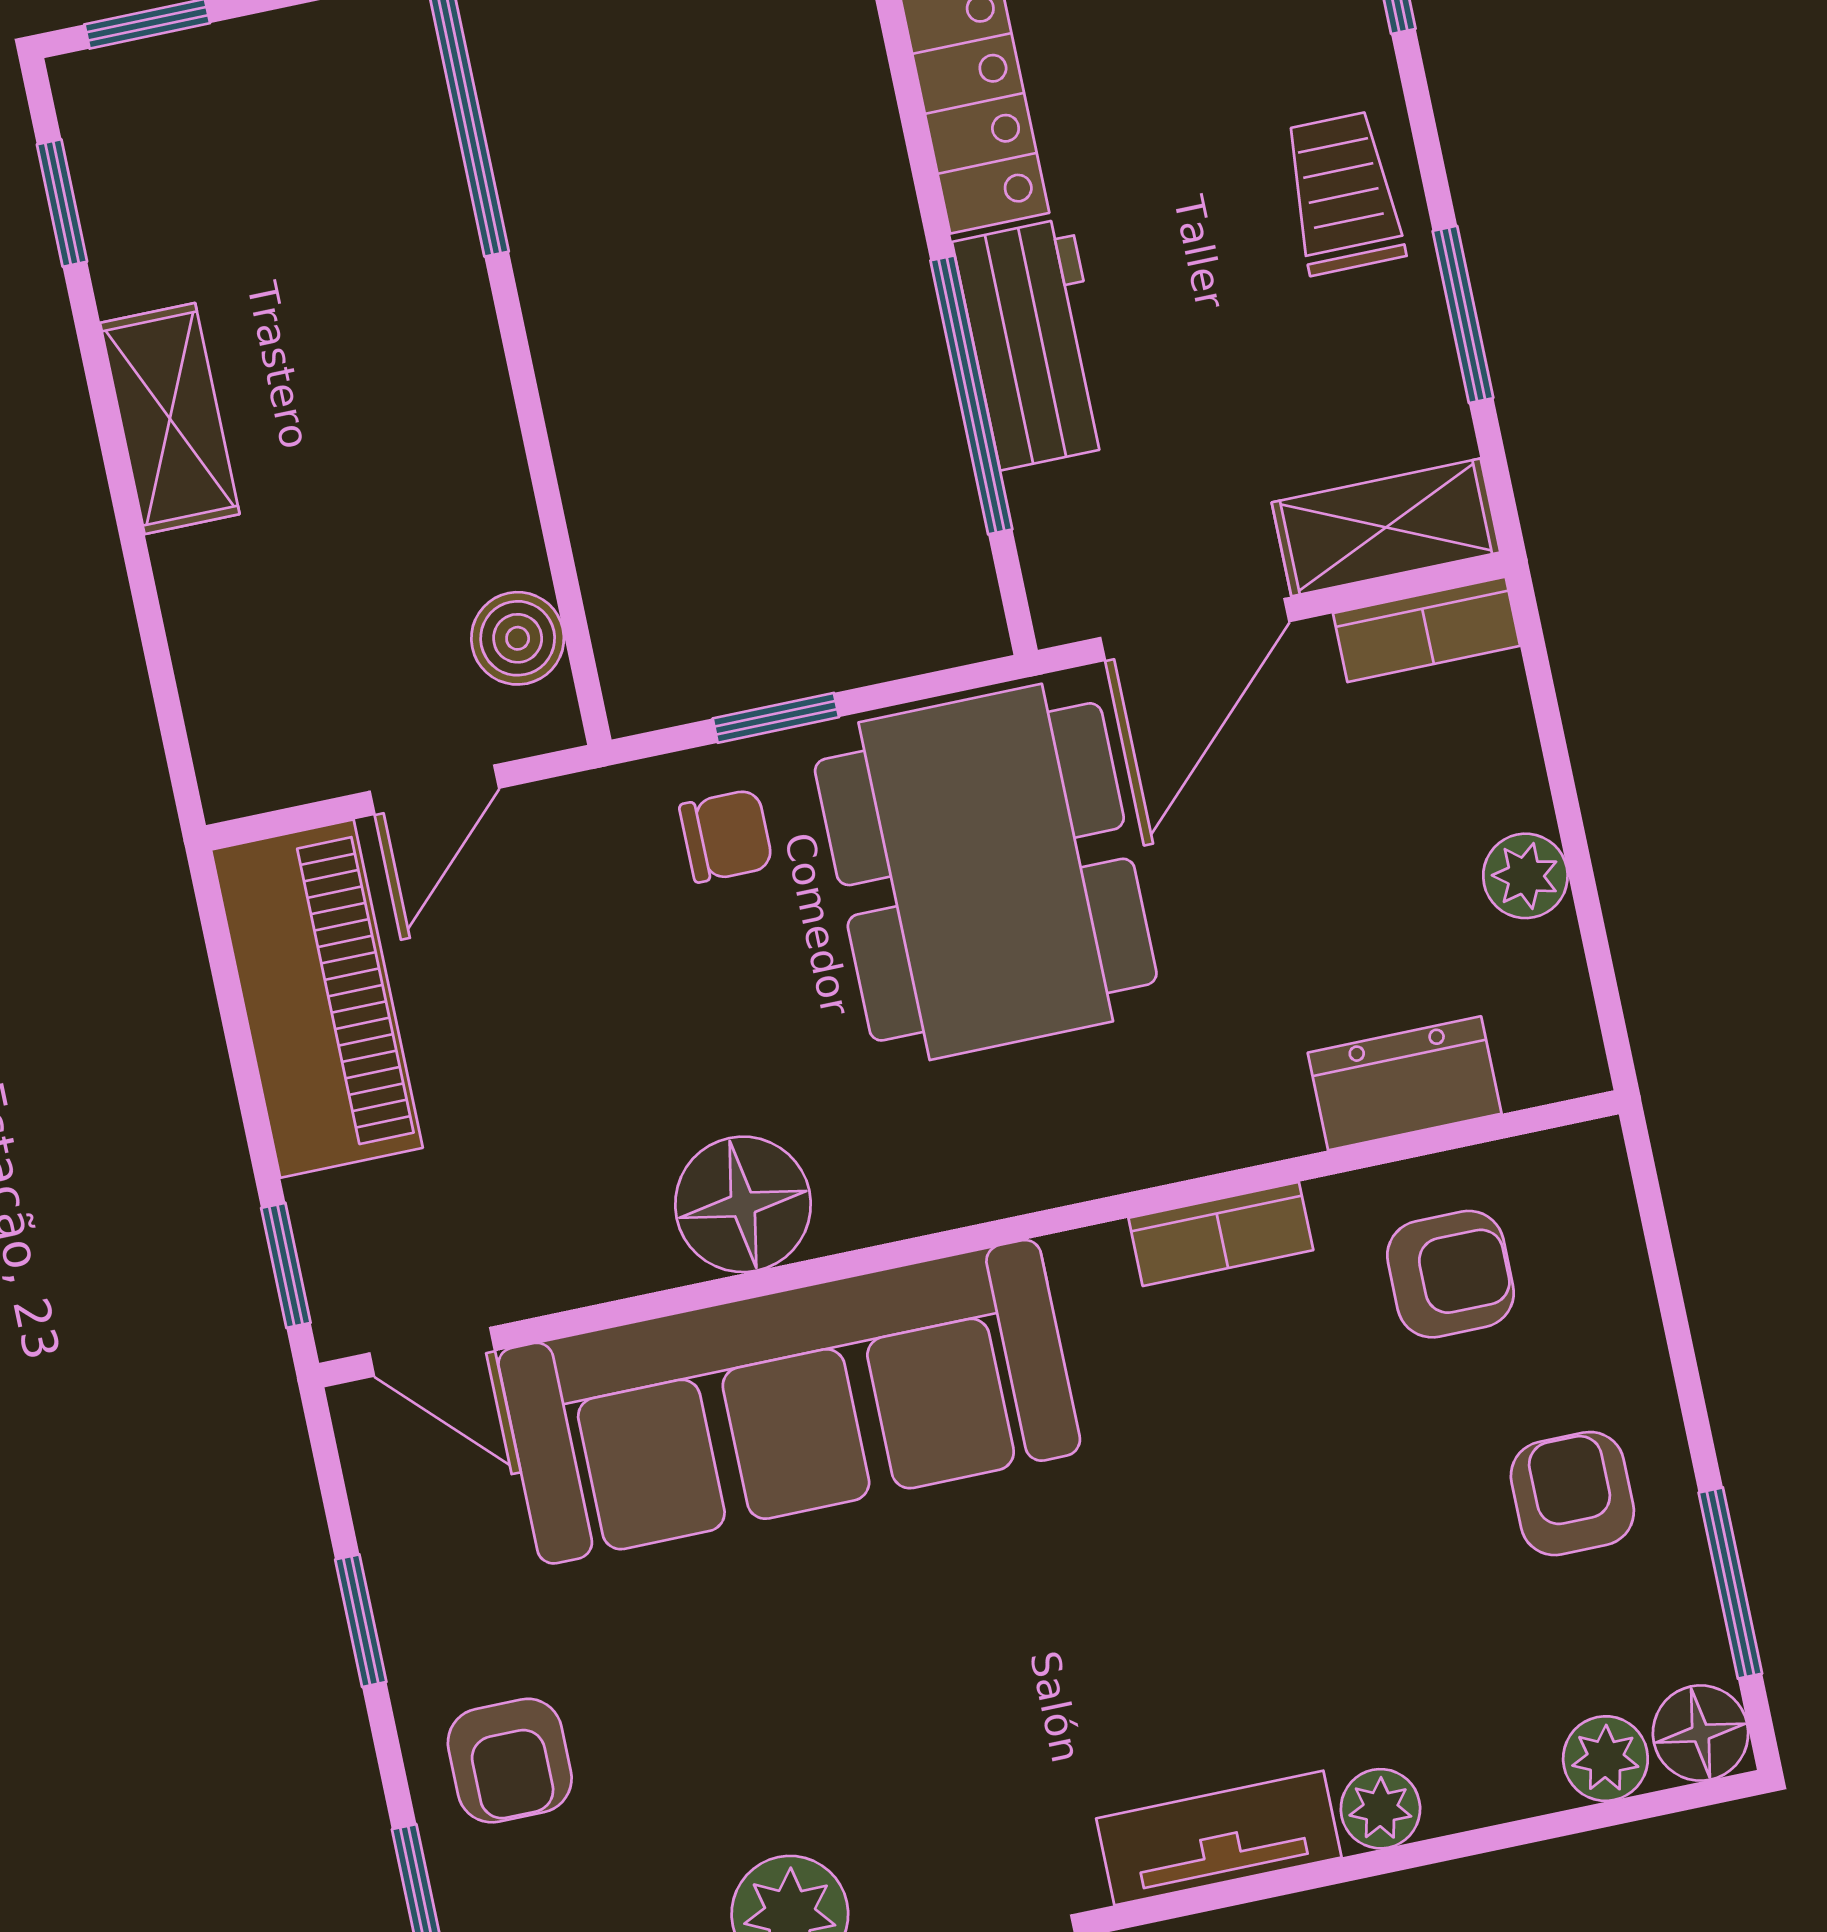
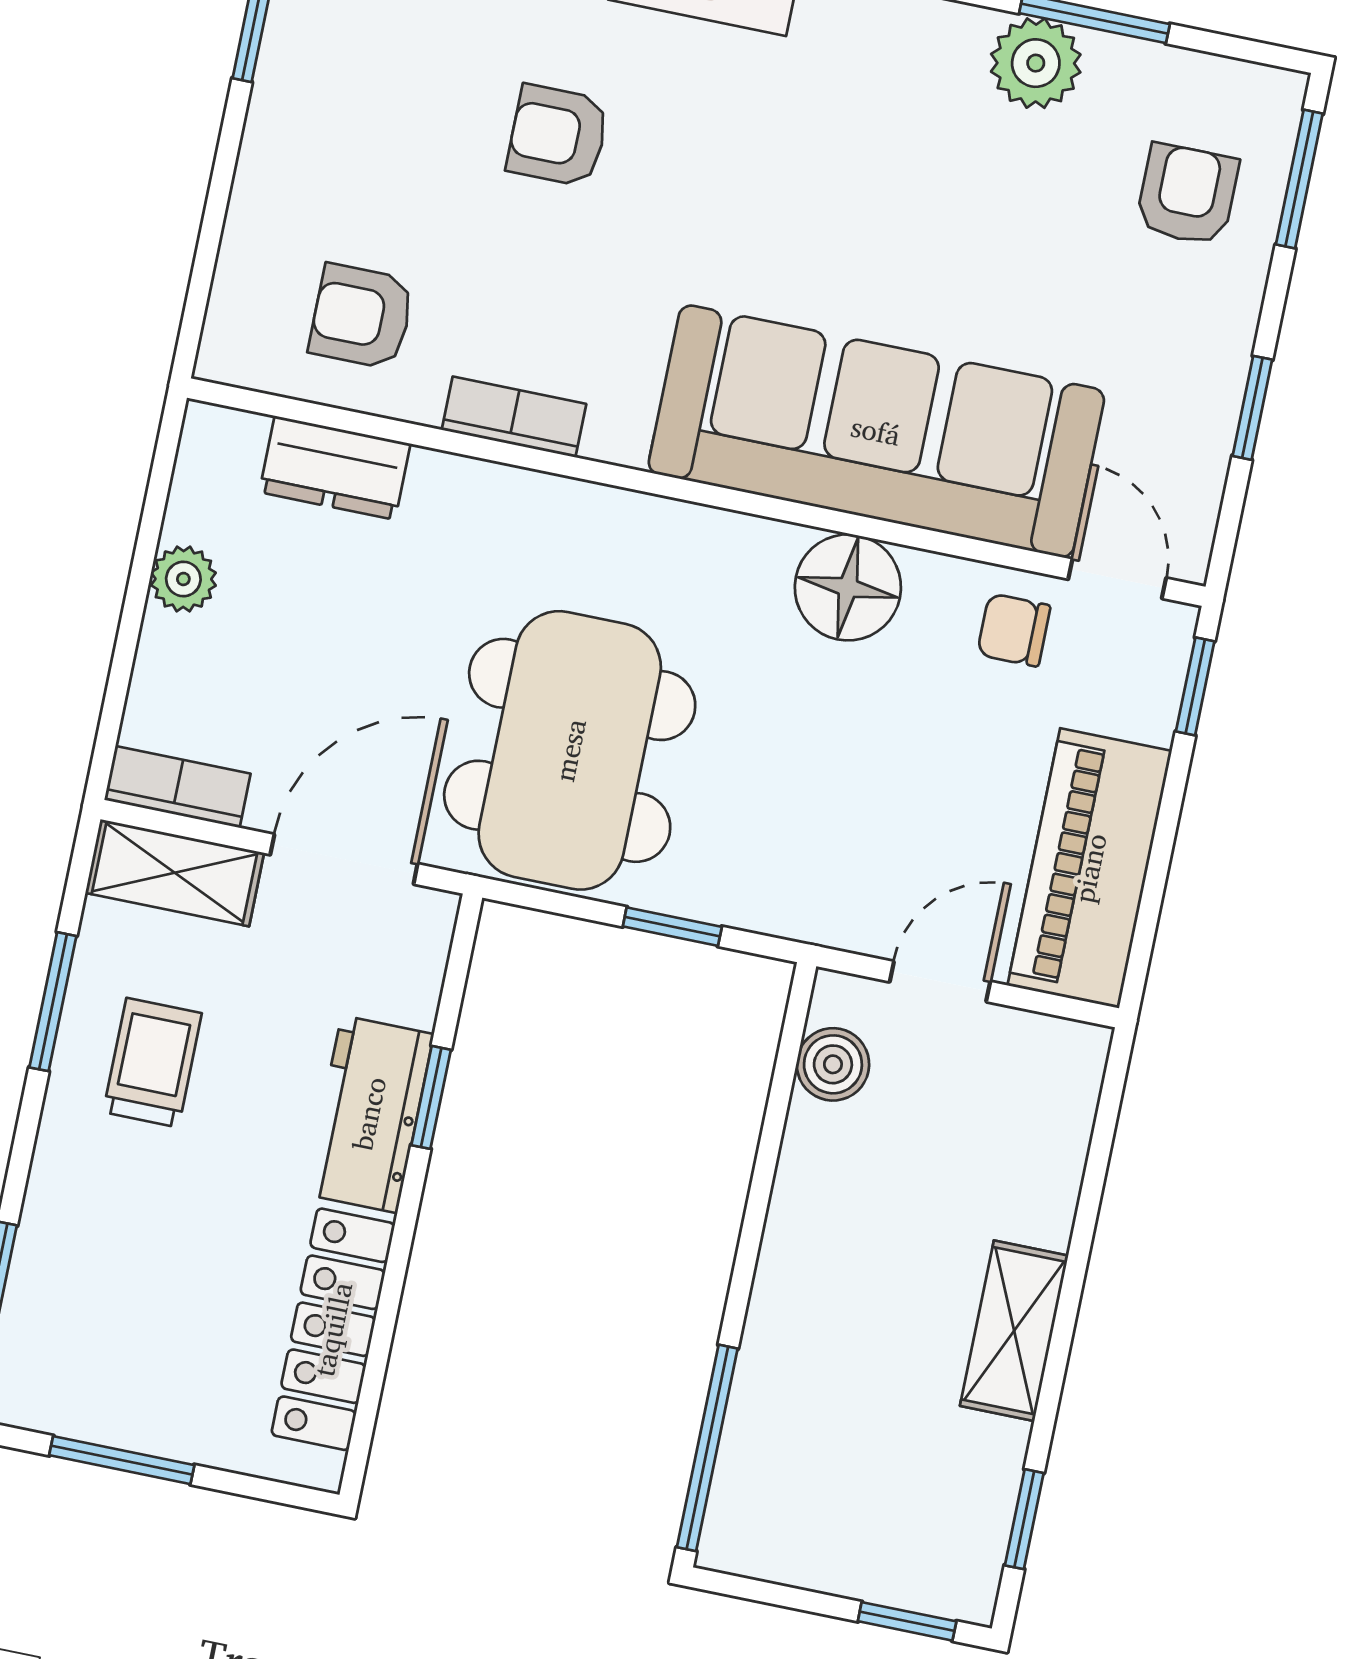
trolley: (1343, 193) -> (152, 1063), moved, turned 180
window: (971, 395) -> (431, 1097), width x0.46
chair: (726, 836) -> (1014, 630), moved
armchair: (1572, 1494) -> (558, 136), moved, turned 90
armchair: (510, 1761) -> (1187, 194), moved

